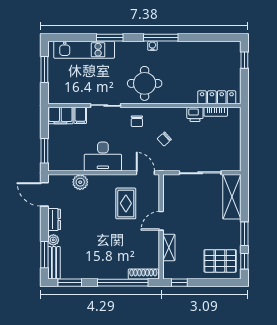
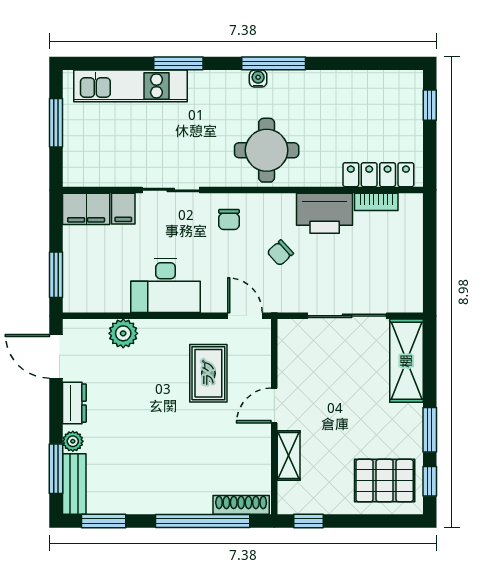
round table: (145, 83) -> (267, 150), moved
printer: (195, 114) -> (325, 213), width x1.87, depth x1.48

